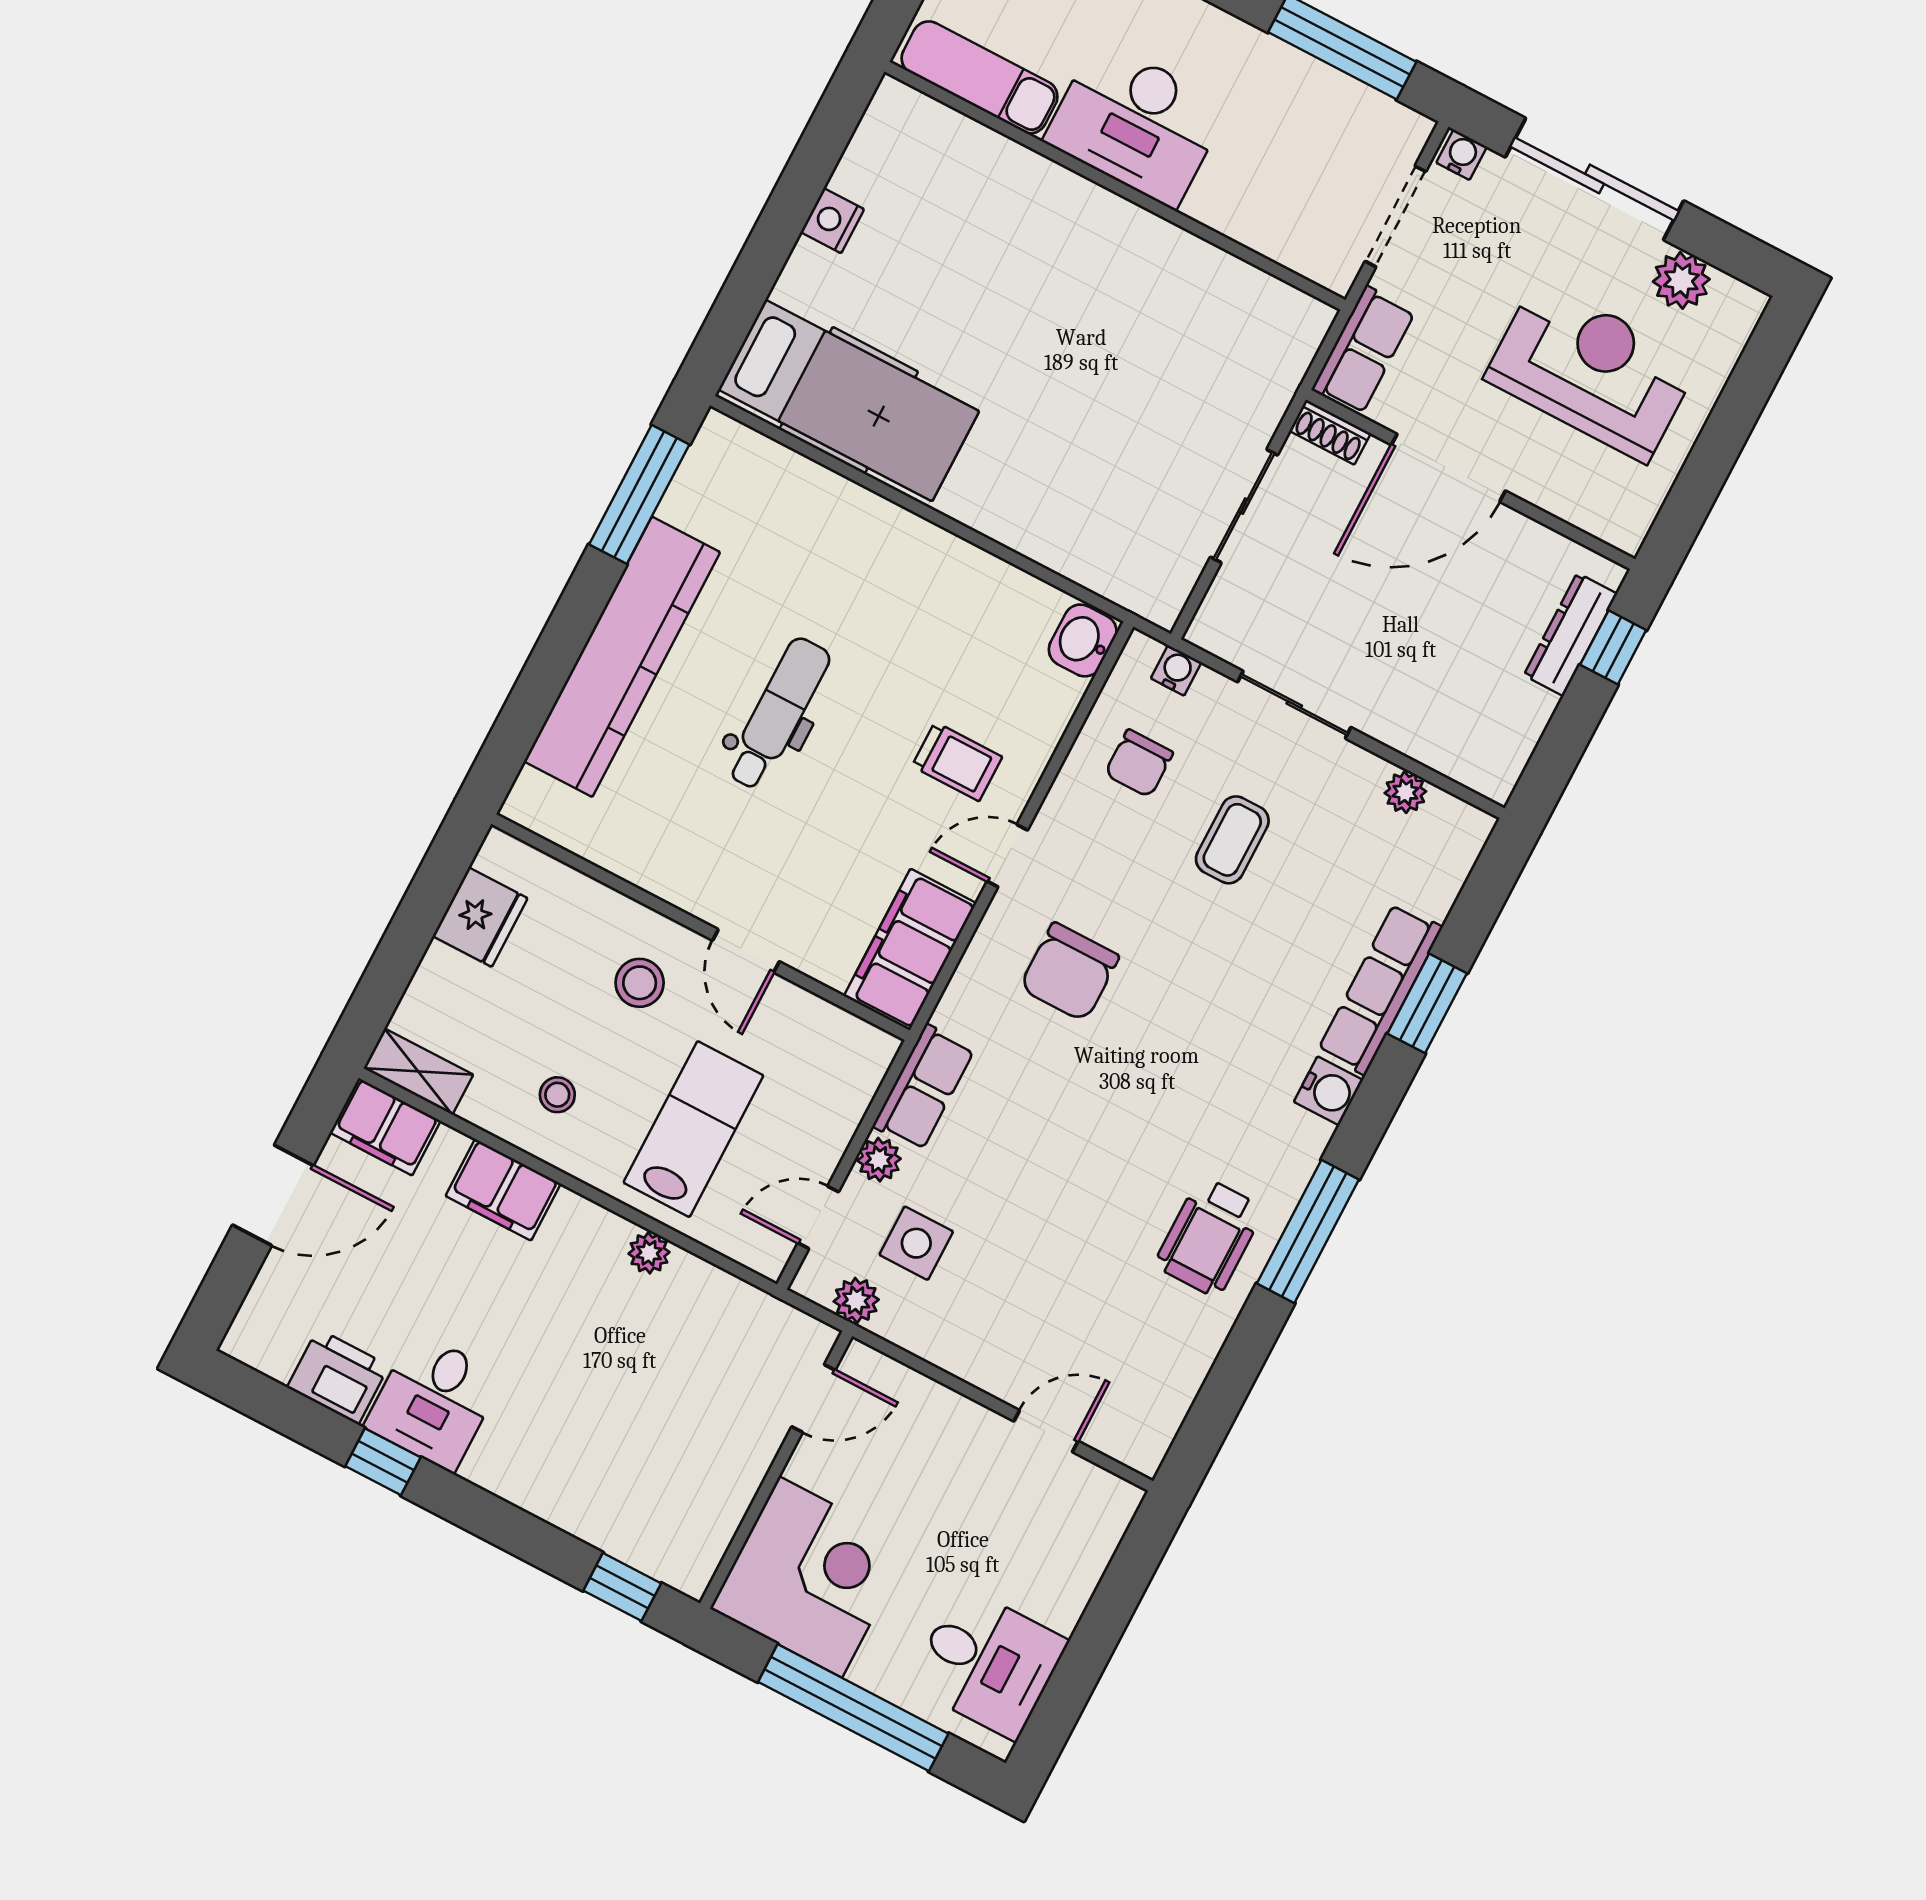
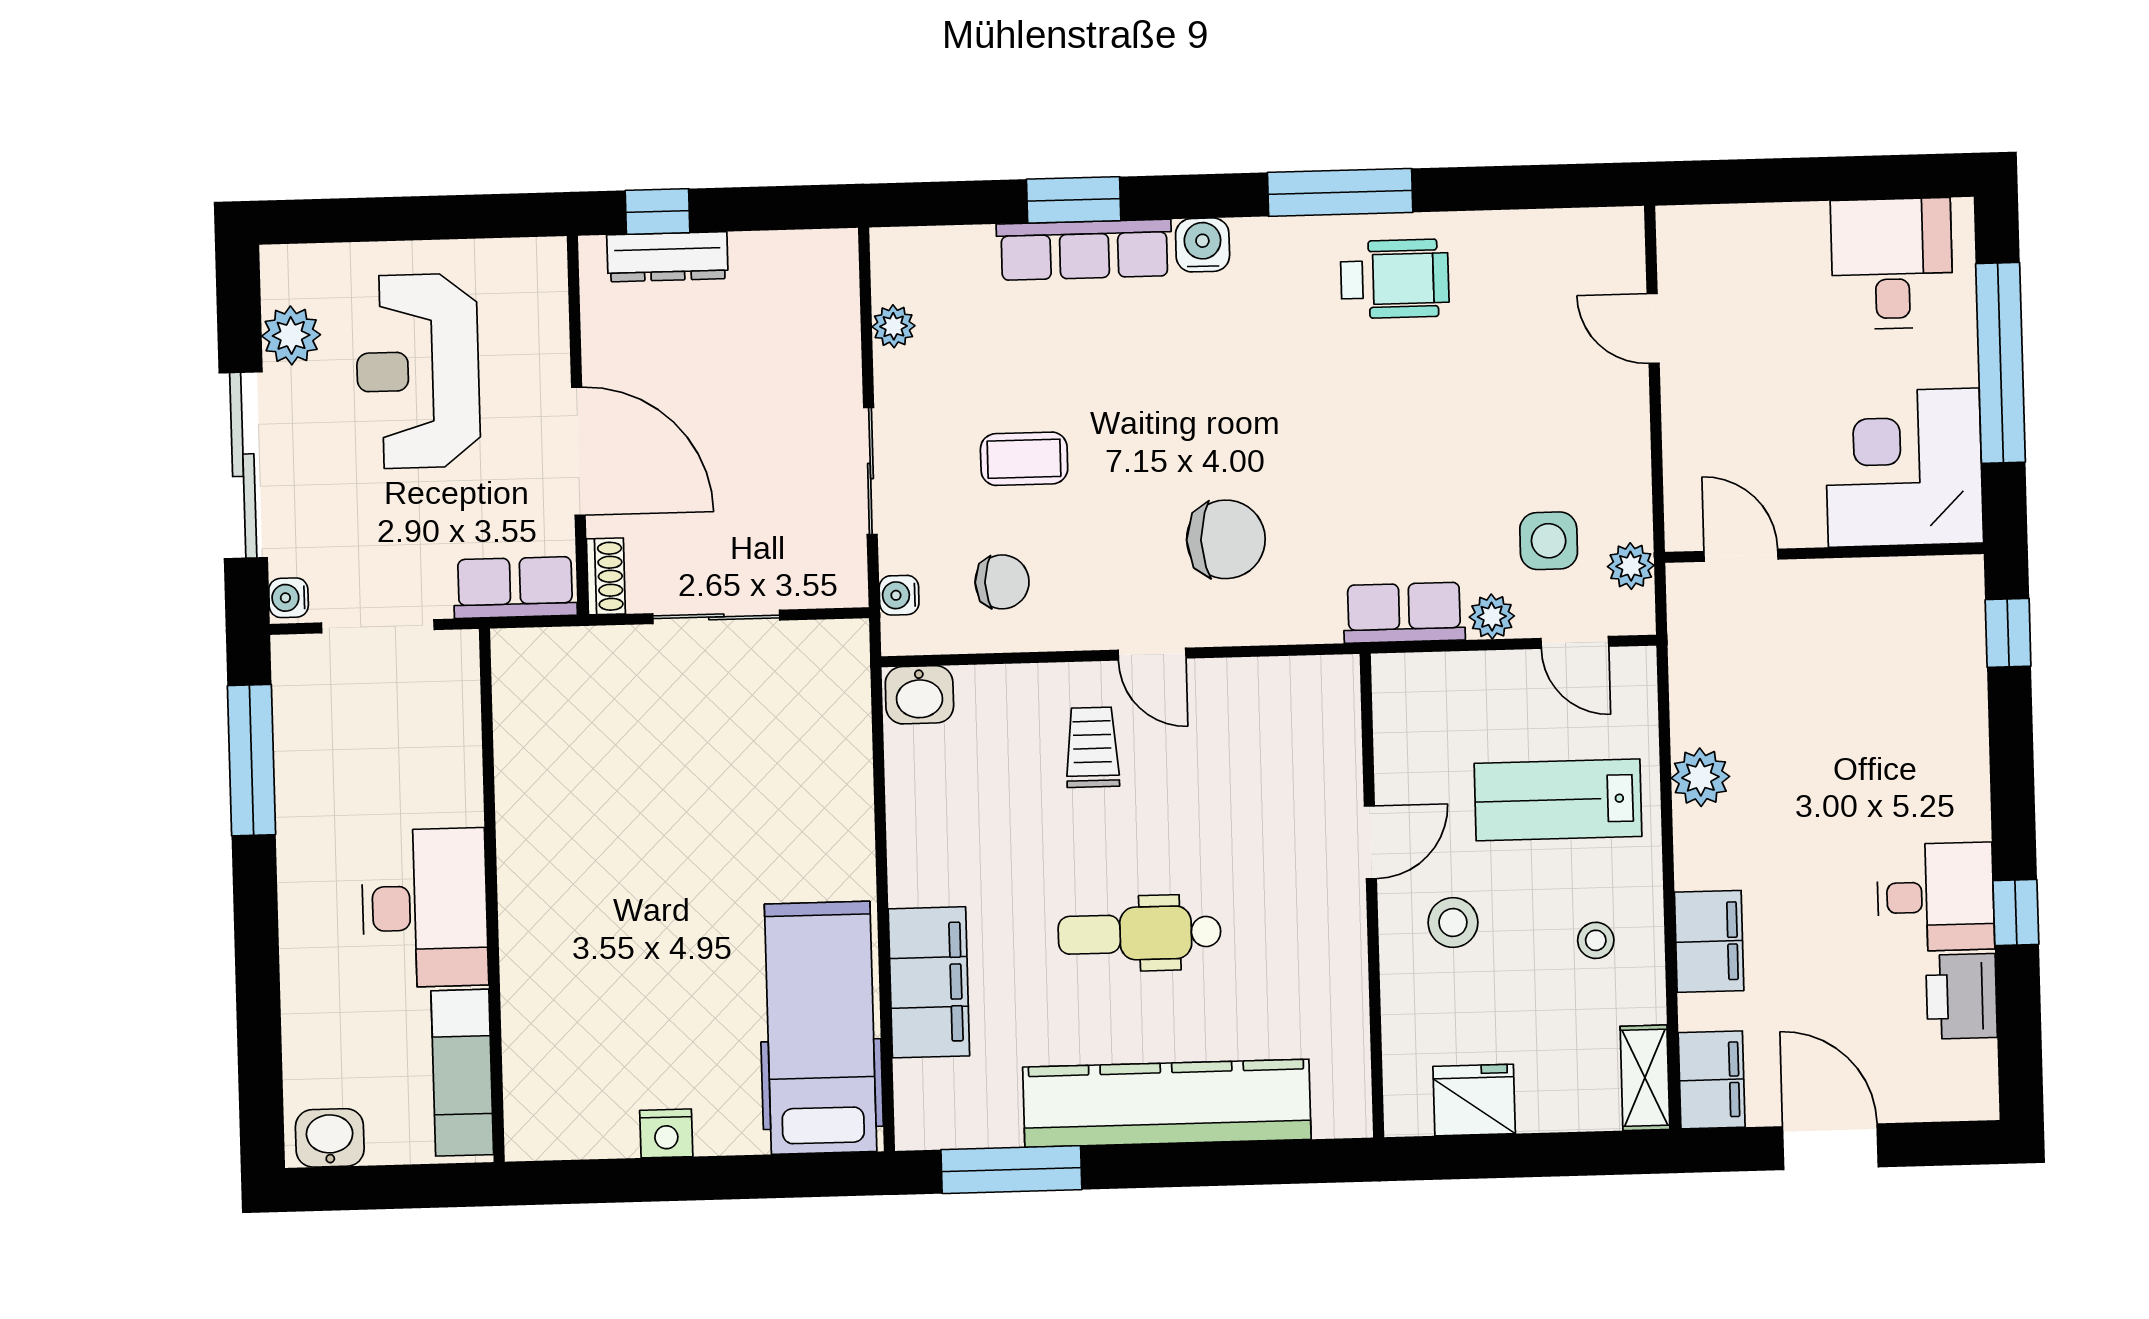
filing cabinet: (910, 950) -> (929, 982), moved, turned -90
plant: (649, 1253) -> (1700, 777), width x1.38, depth x1.38

